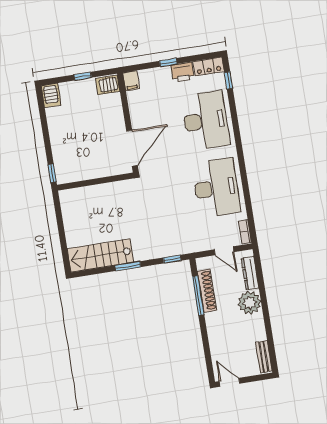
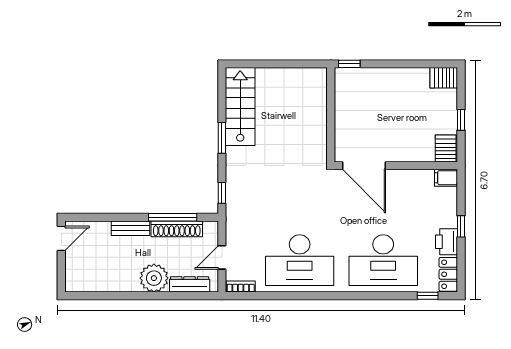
bench: (264, 357) -> (130, 228), moved

